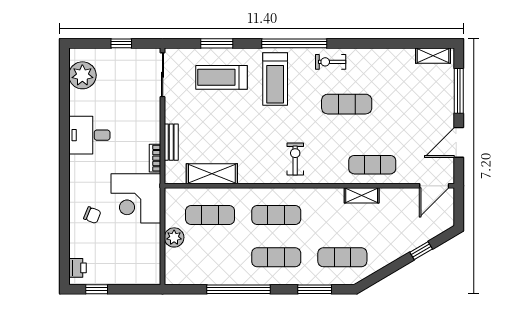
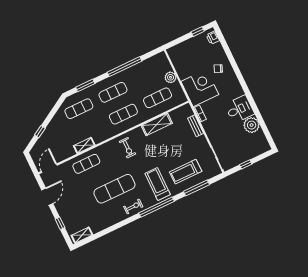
window: (217, 43) -> (196, 188), width x1.44
plant: (82, 75) -> (252, 125), moved
treadmill: (222, 77) -> (186, 172), turned 180
window: (459, 91) -> (60, 223), width x0.46
exercise mat: (347, 104) -> (114, 189), width x1.36, depth x1.45
shelving: (212, 174) -> (157, 124), moved

